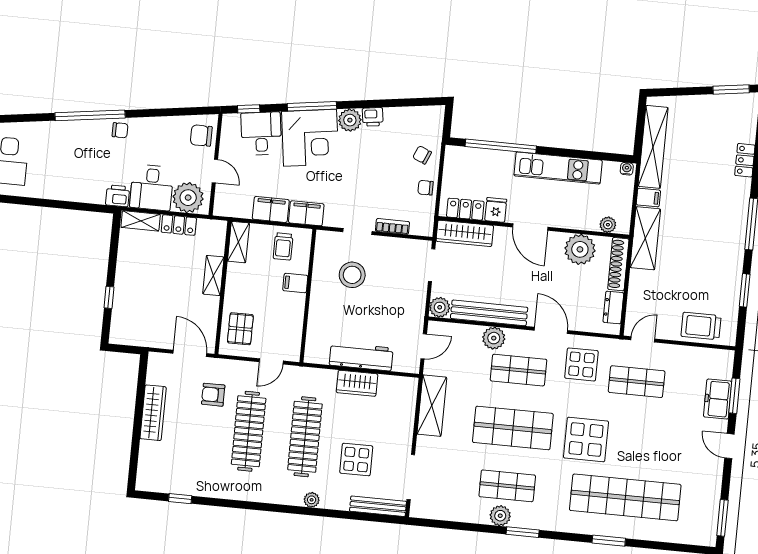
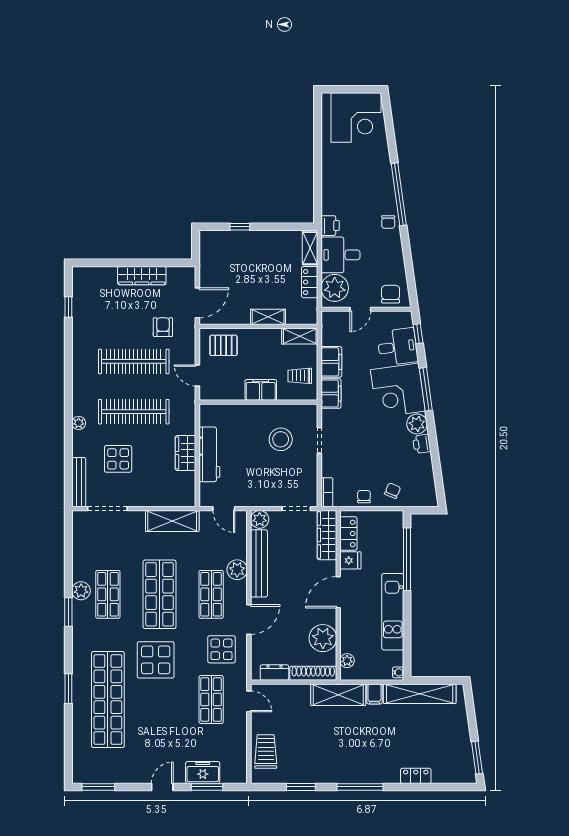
bookcase: (392, 226) -> (327, 492), moved
filing cabinet: (295, 283) -> (261, 390), width x2.00

